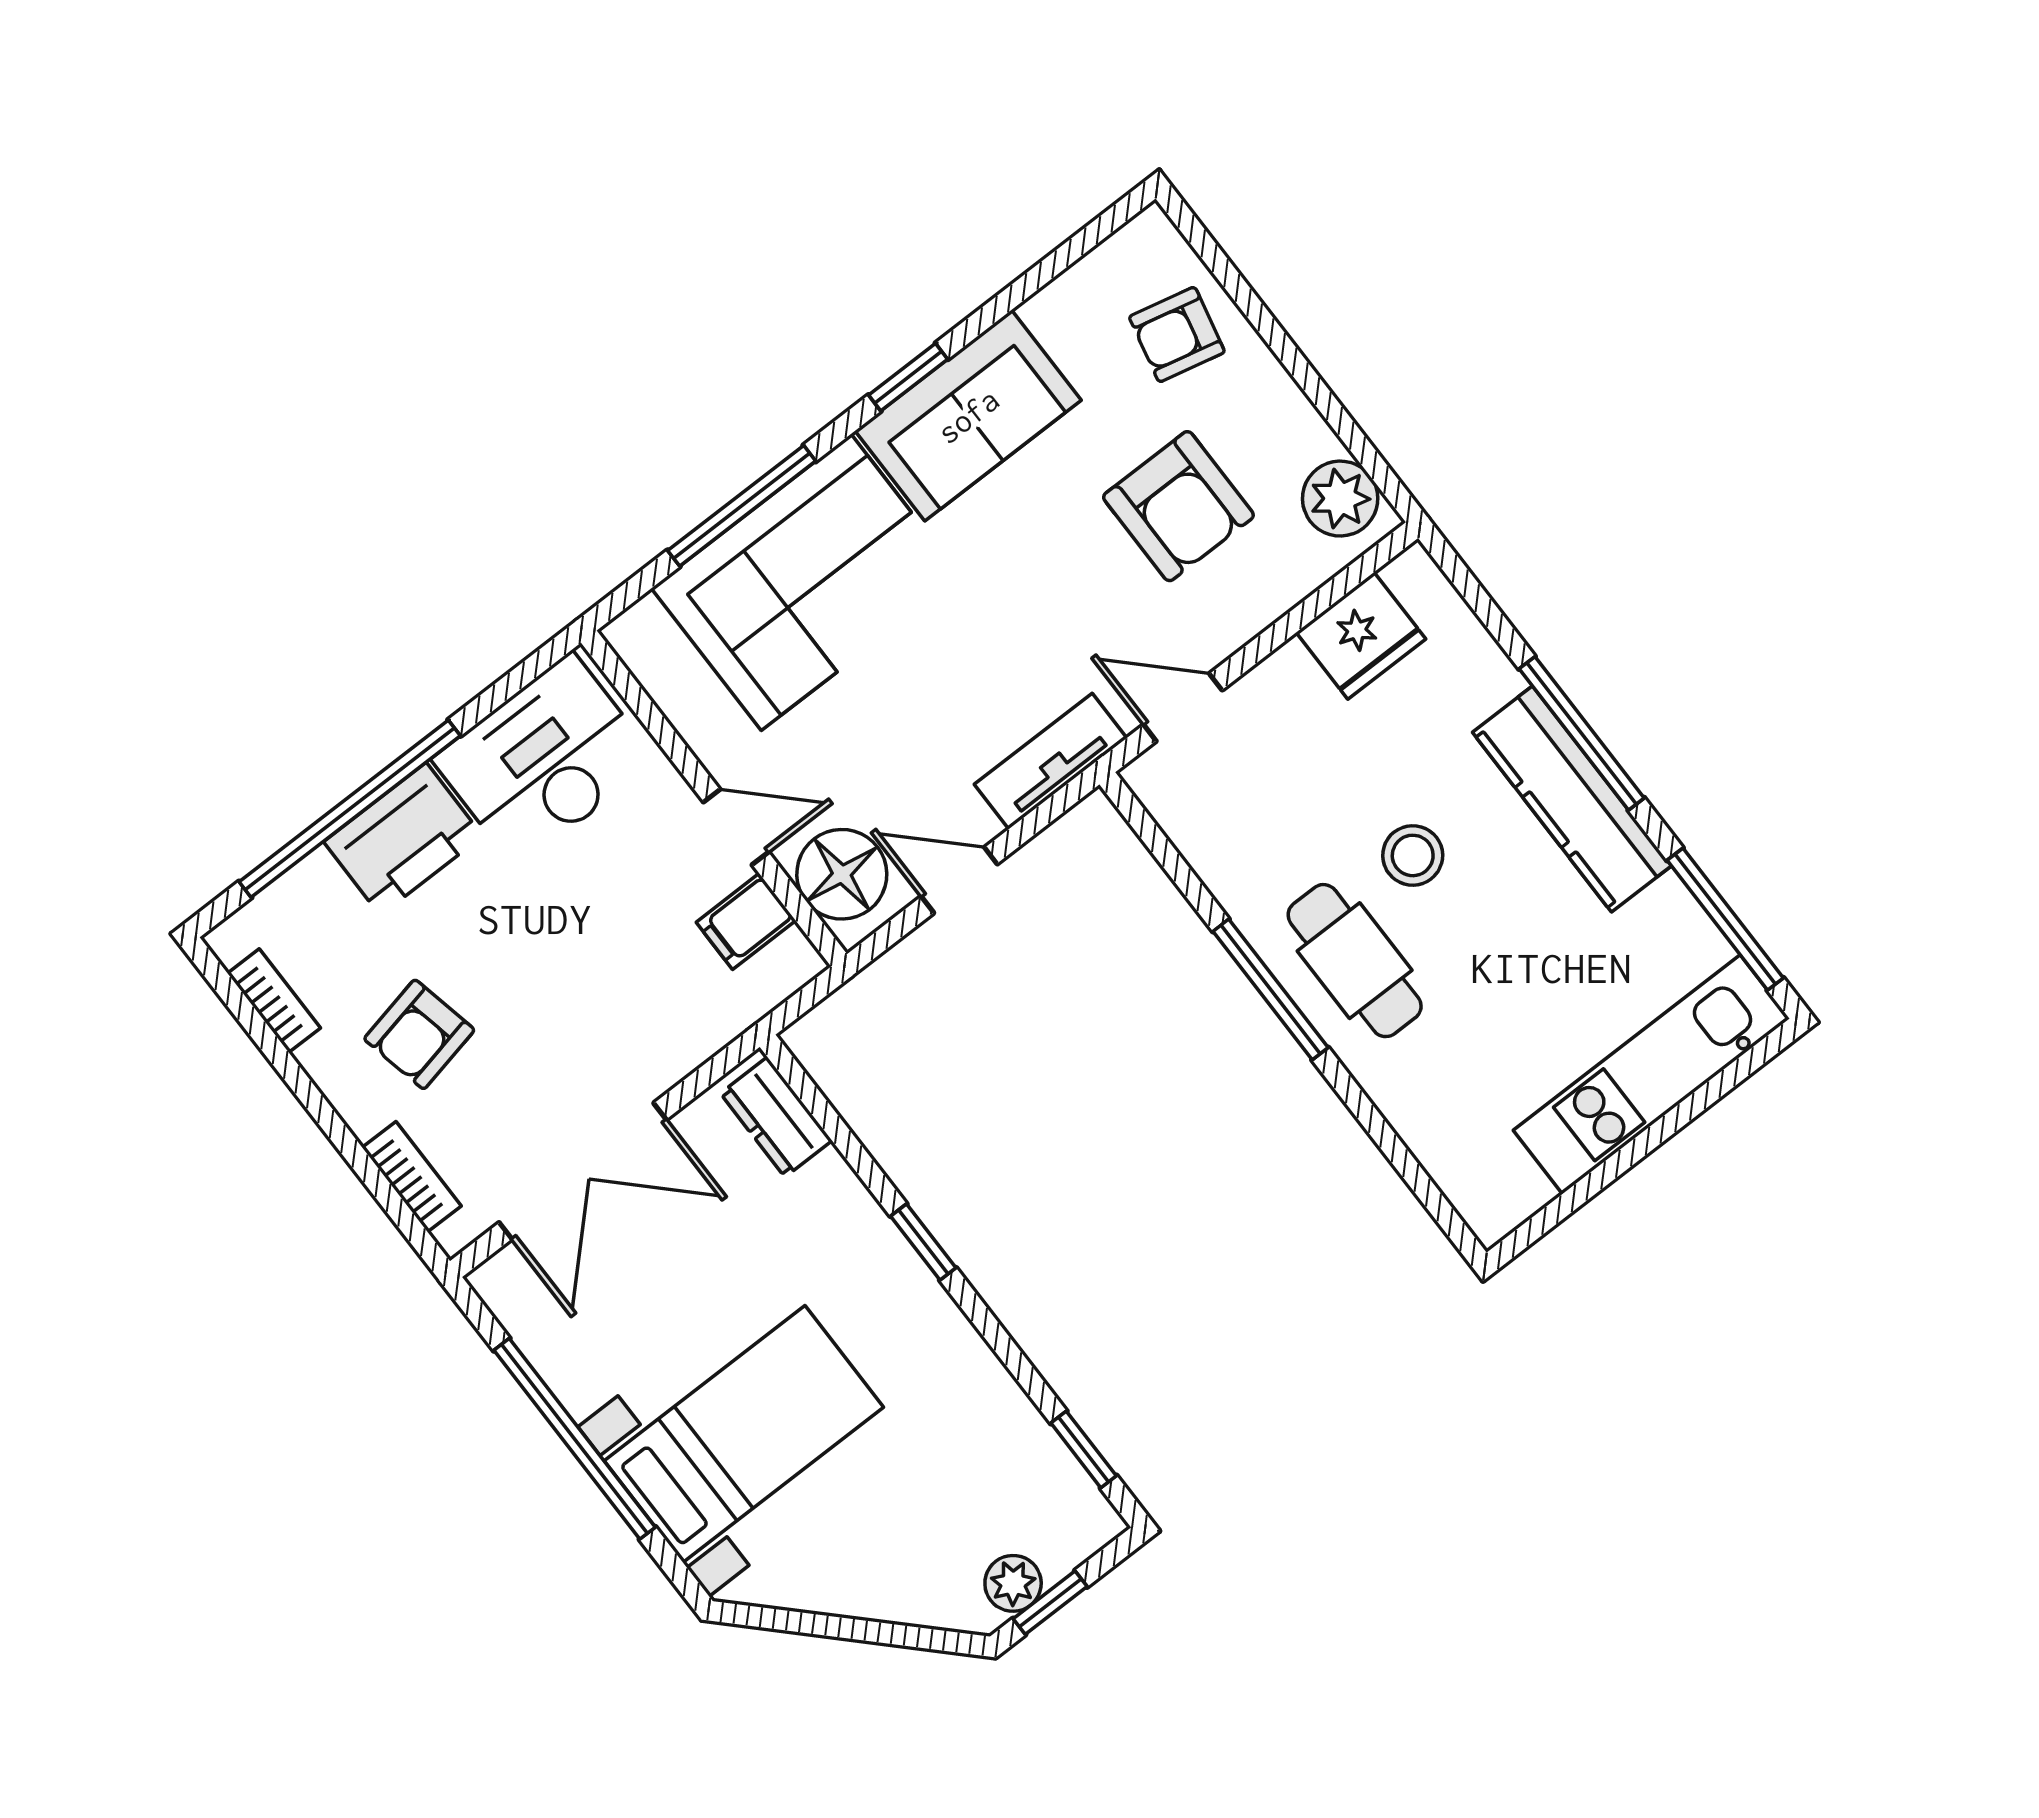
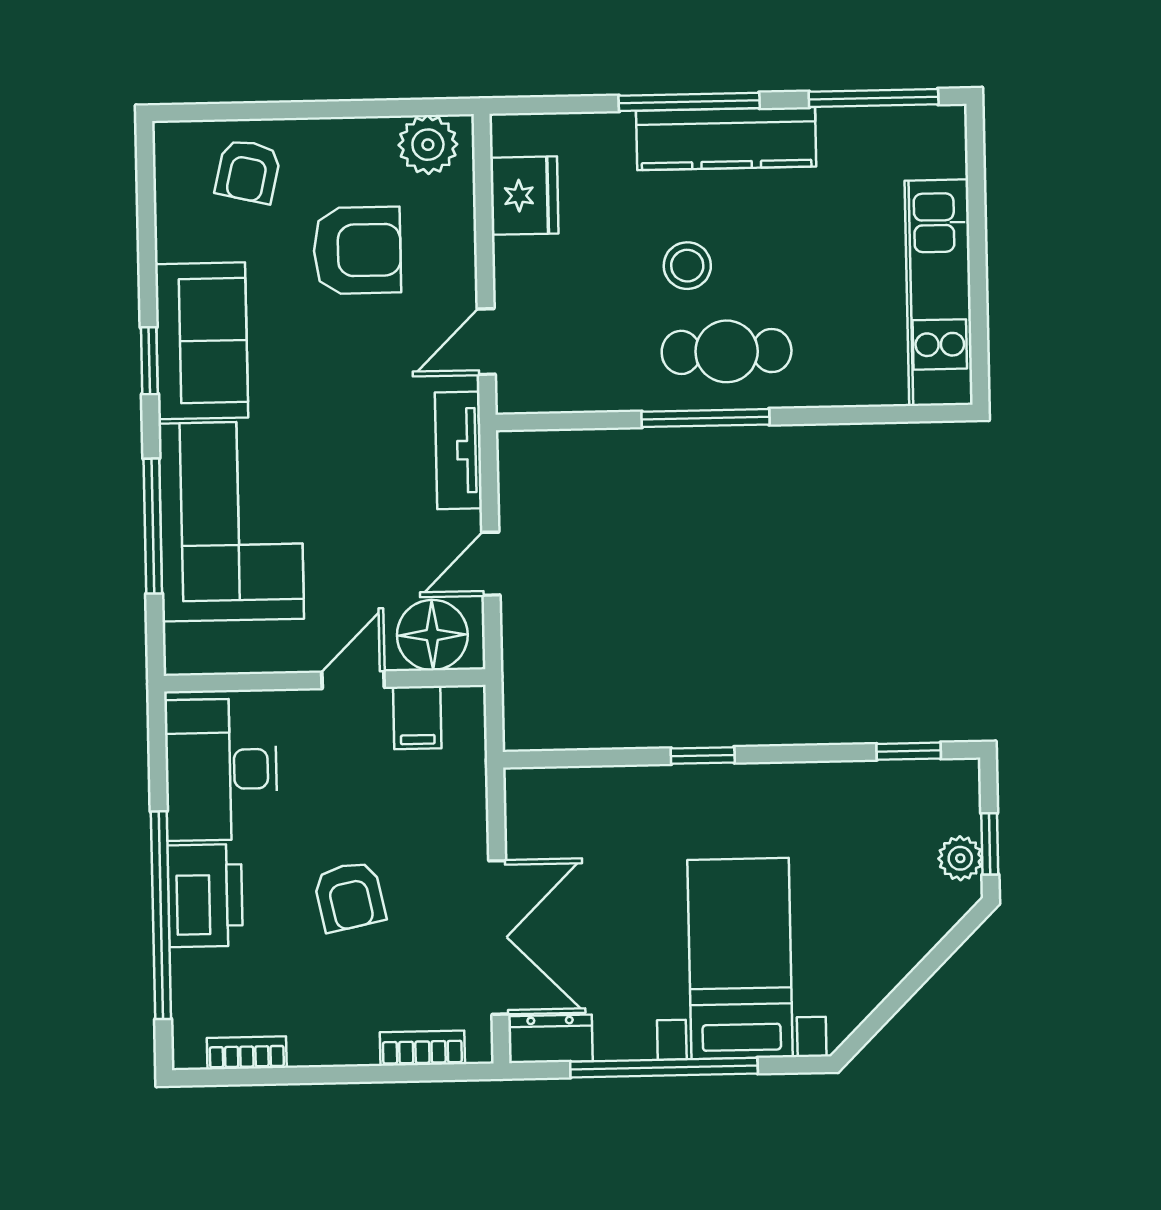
armchair: (419, 1034) -> (349, 896), moved
kitchen unit: (1651, 1074) -> (939, 293), moved
dresser: (776, 1117) -> (550, 1039), moved, turned 180

